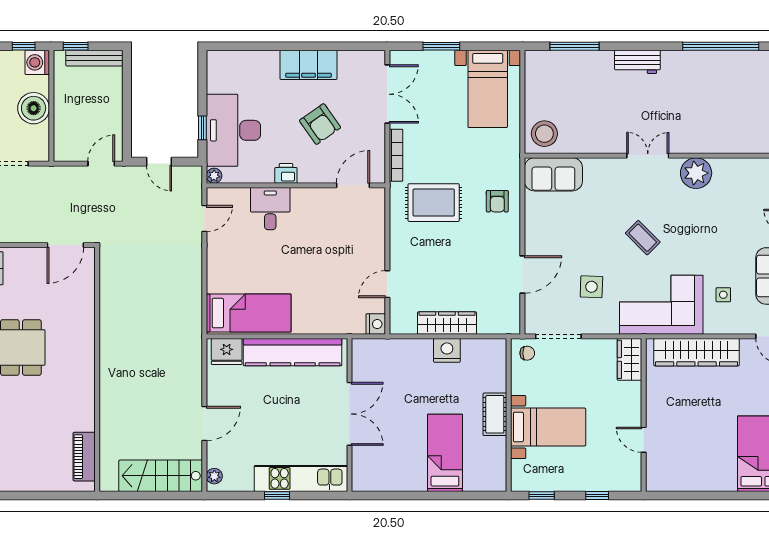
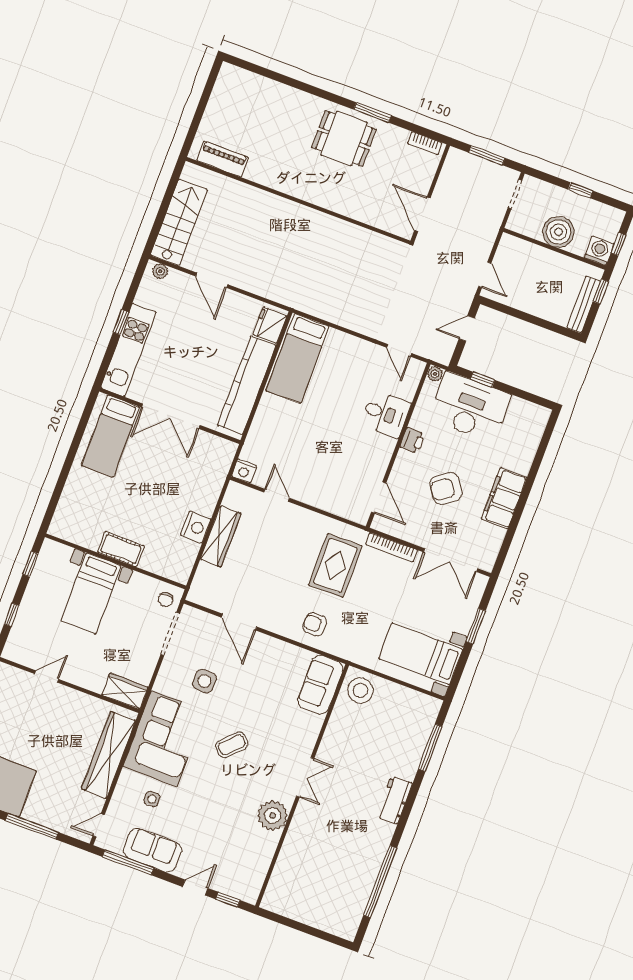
bed: (445, 453) -> (111, 436), moved, turned 90

